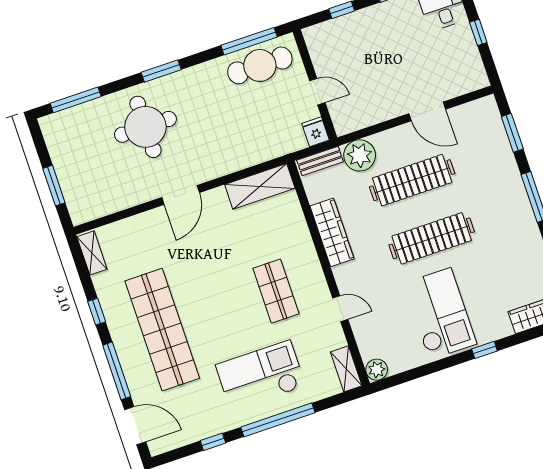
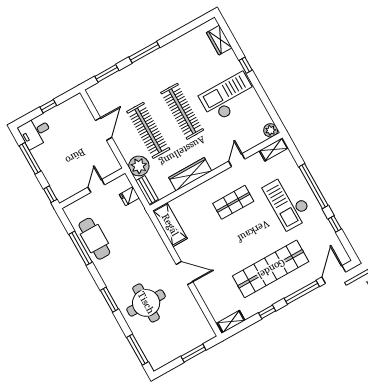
wall: (315, 85) -> (92, 188), moved
door: (317, 92) -> (96, 186), moved

